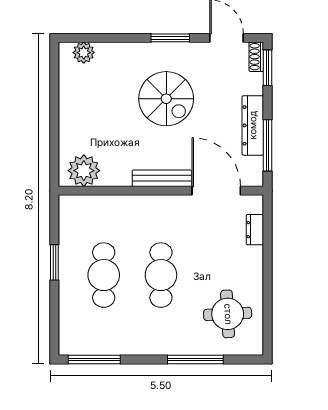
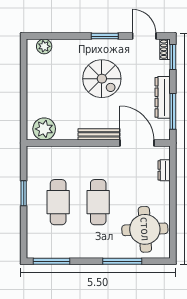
round table: (228, 314) -> (145, 229), width x1.36, depth x1.36

